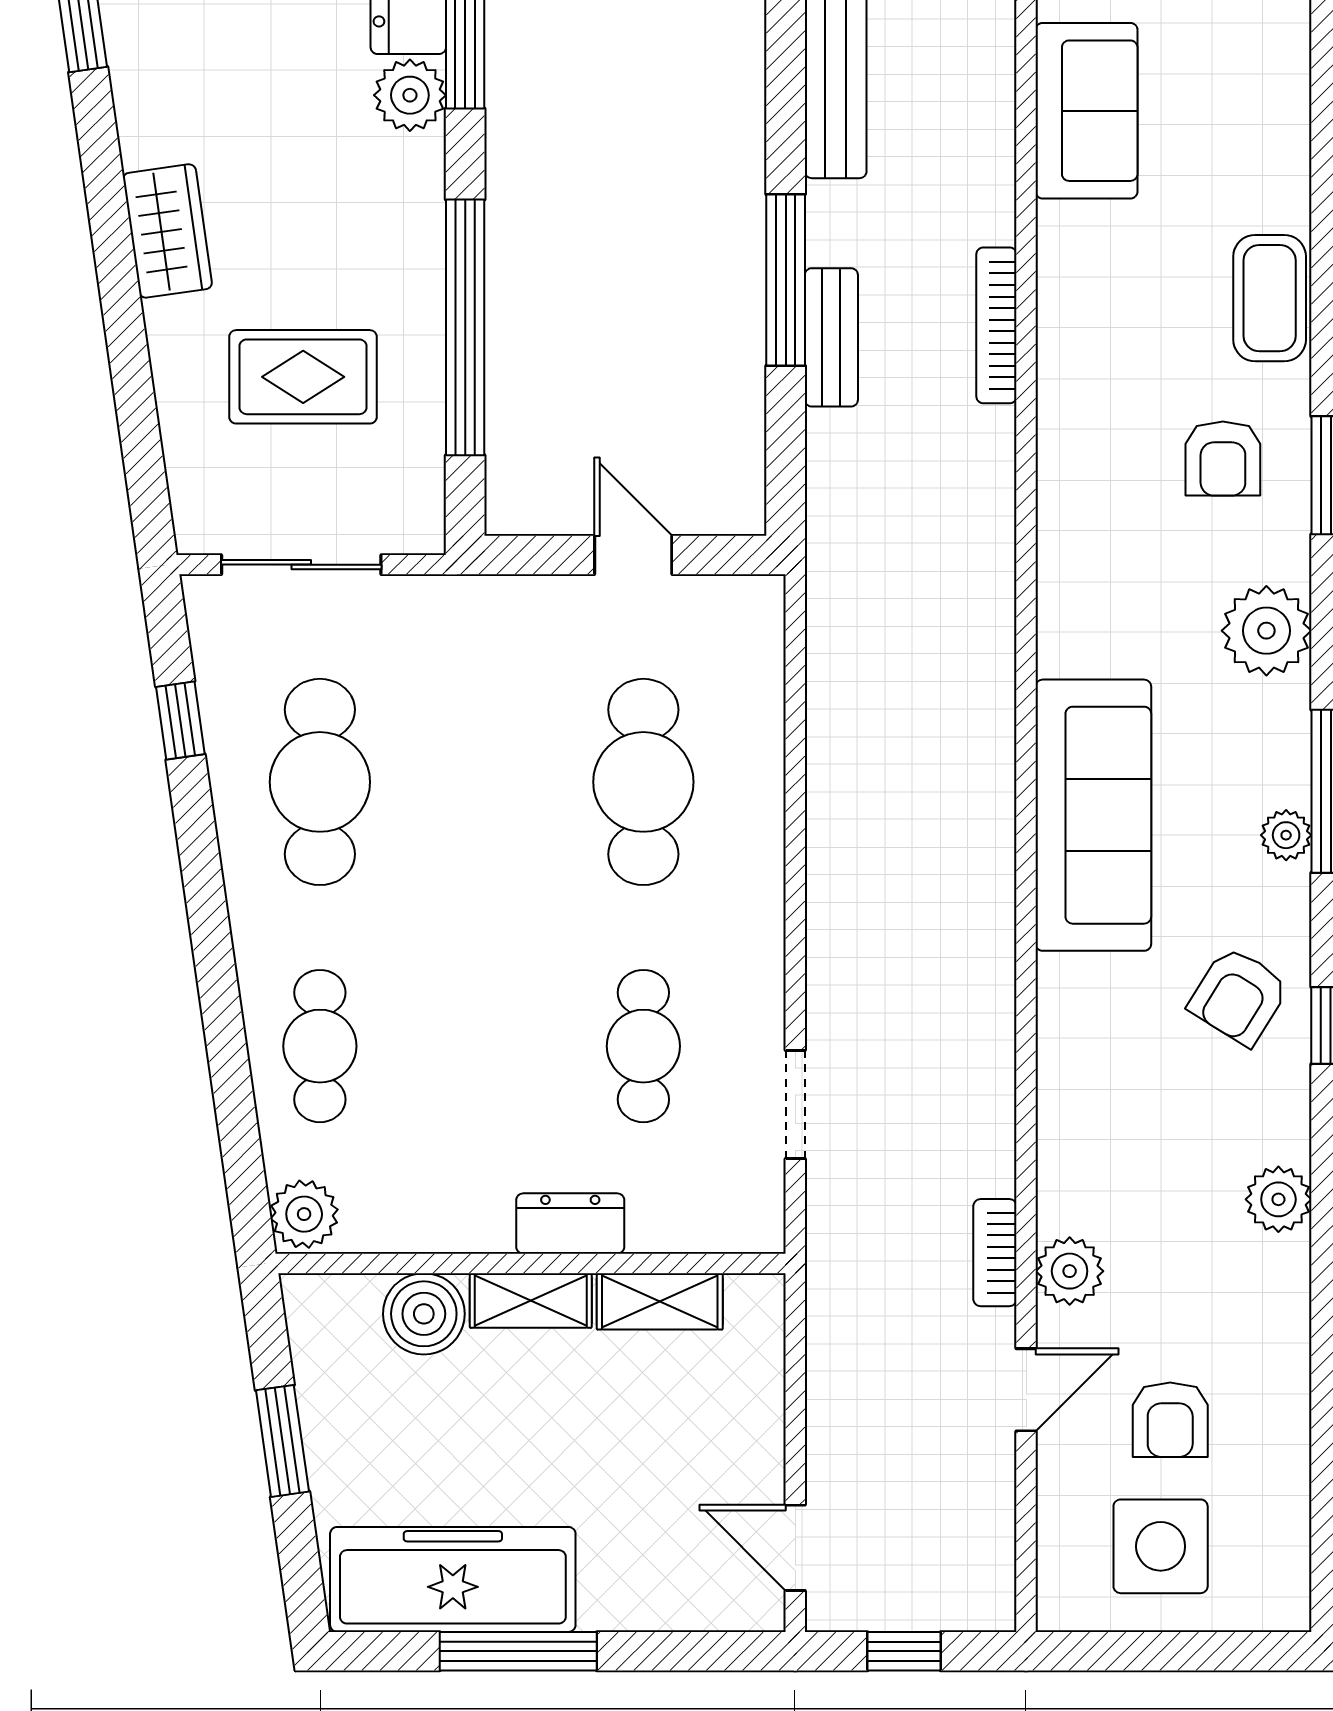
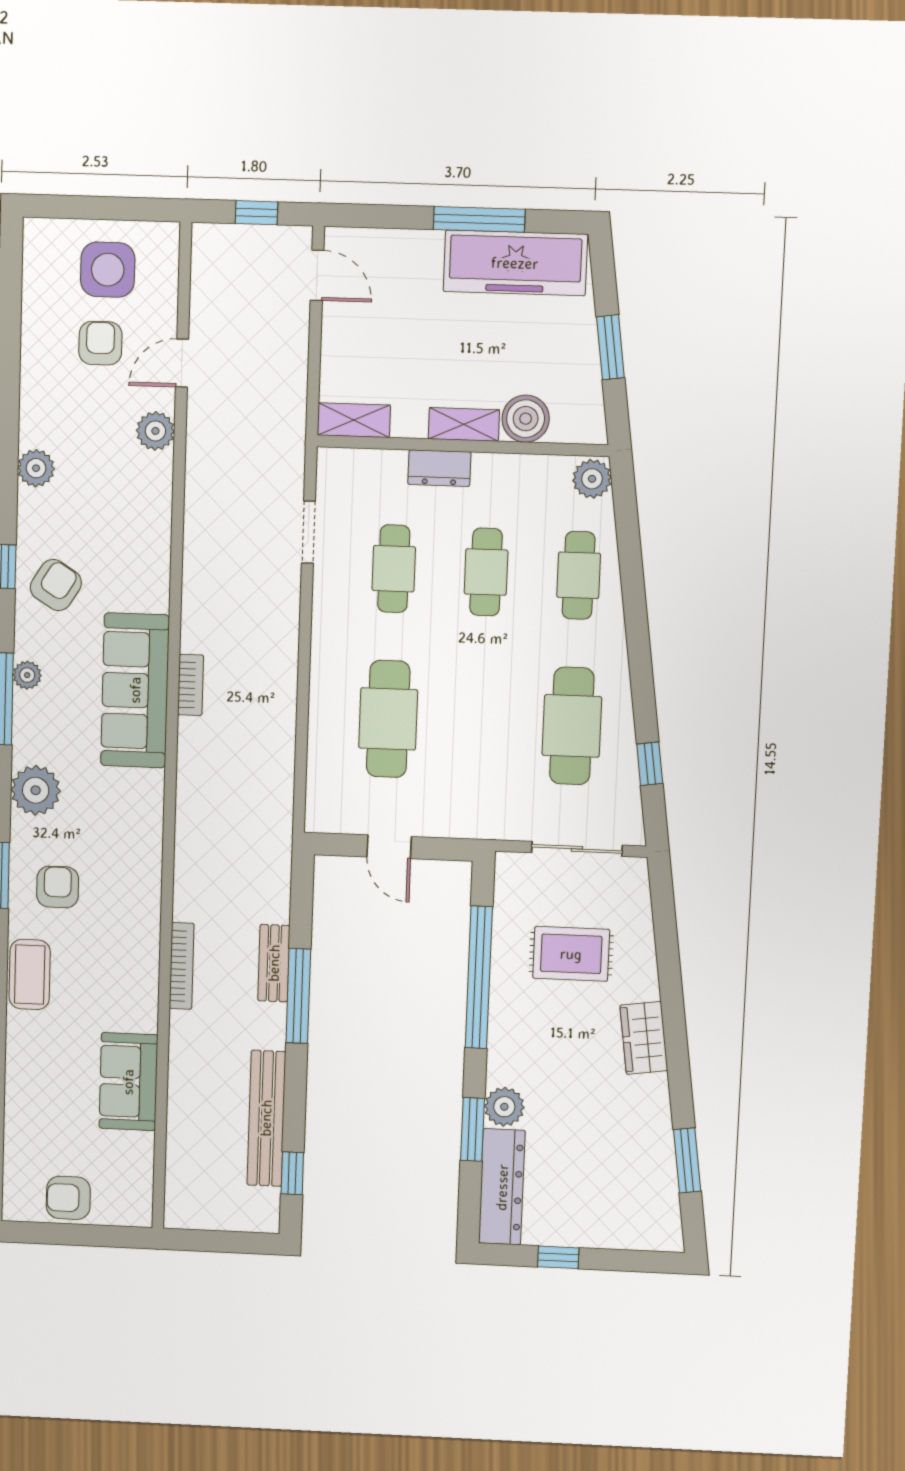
cafe table: (482, 1046) -> (486, 572), added
bookcase: (995, 1253) -> (191, 685), moved
shelving: (660, 1301) -> (354, 420), moved

